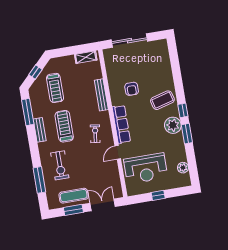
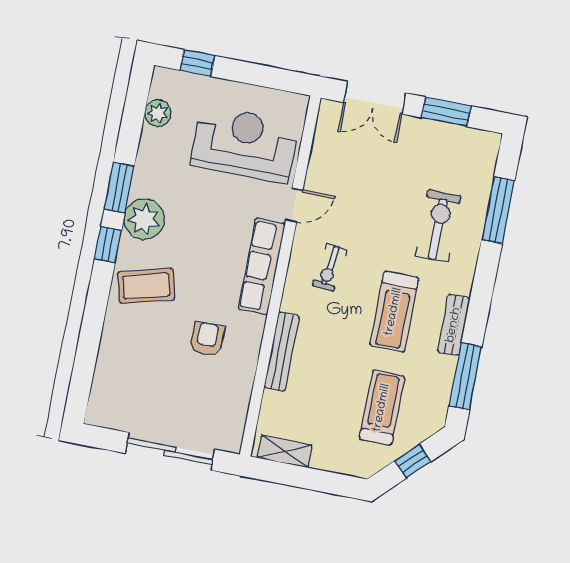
window: (158, 195) -> (197, 63), moved
exercise mat: (74, 196) -> (433, 144), removed

